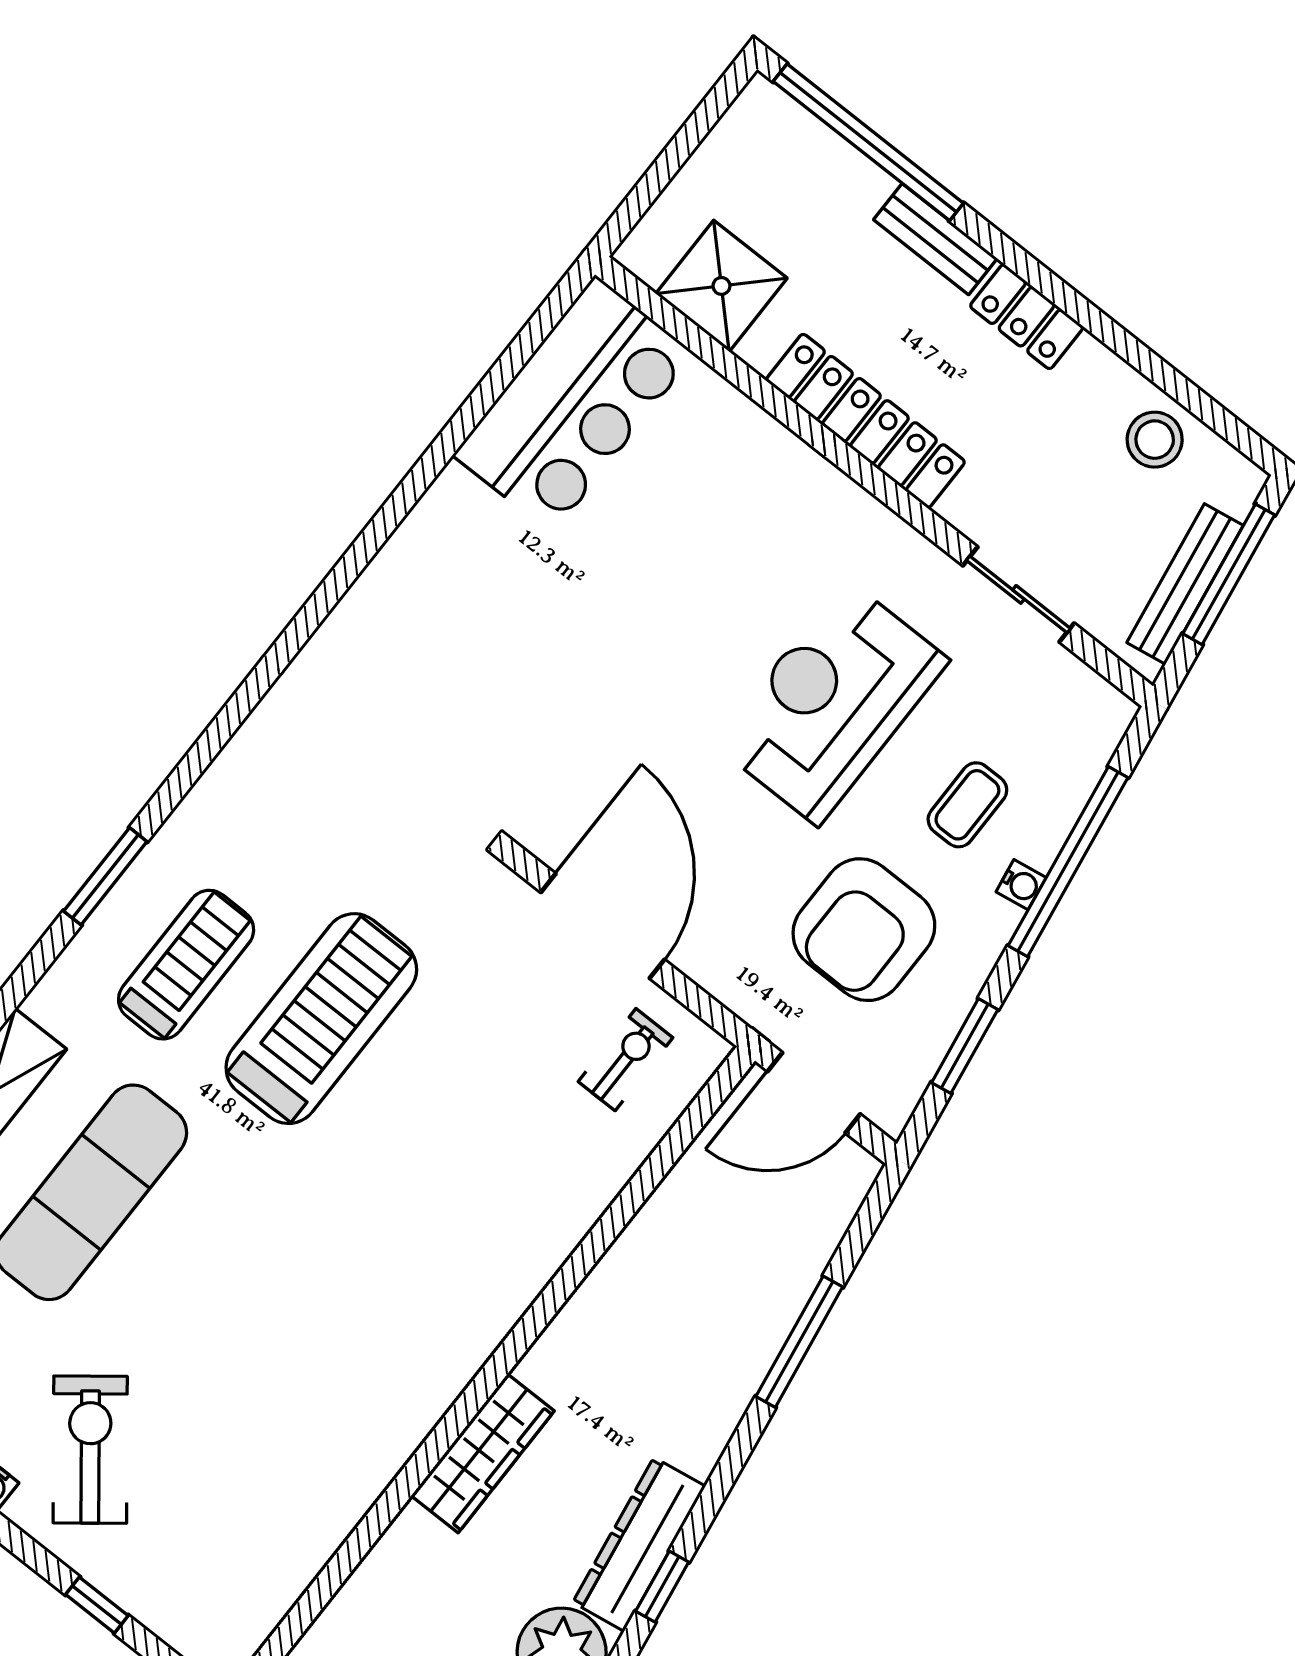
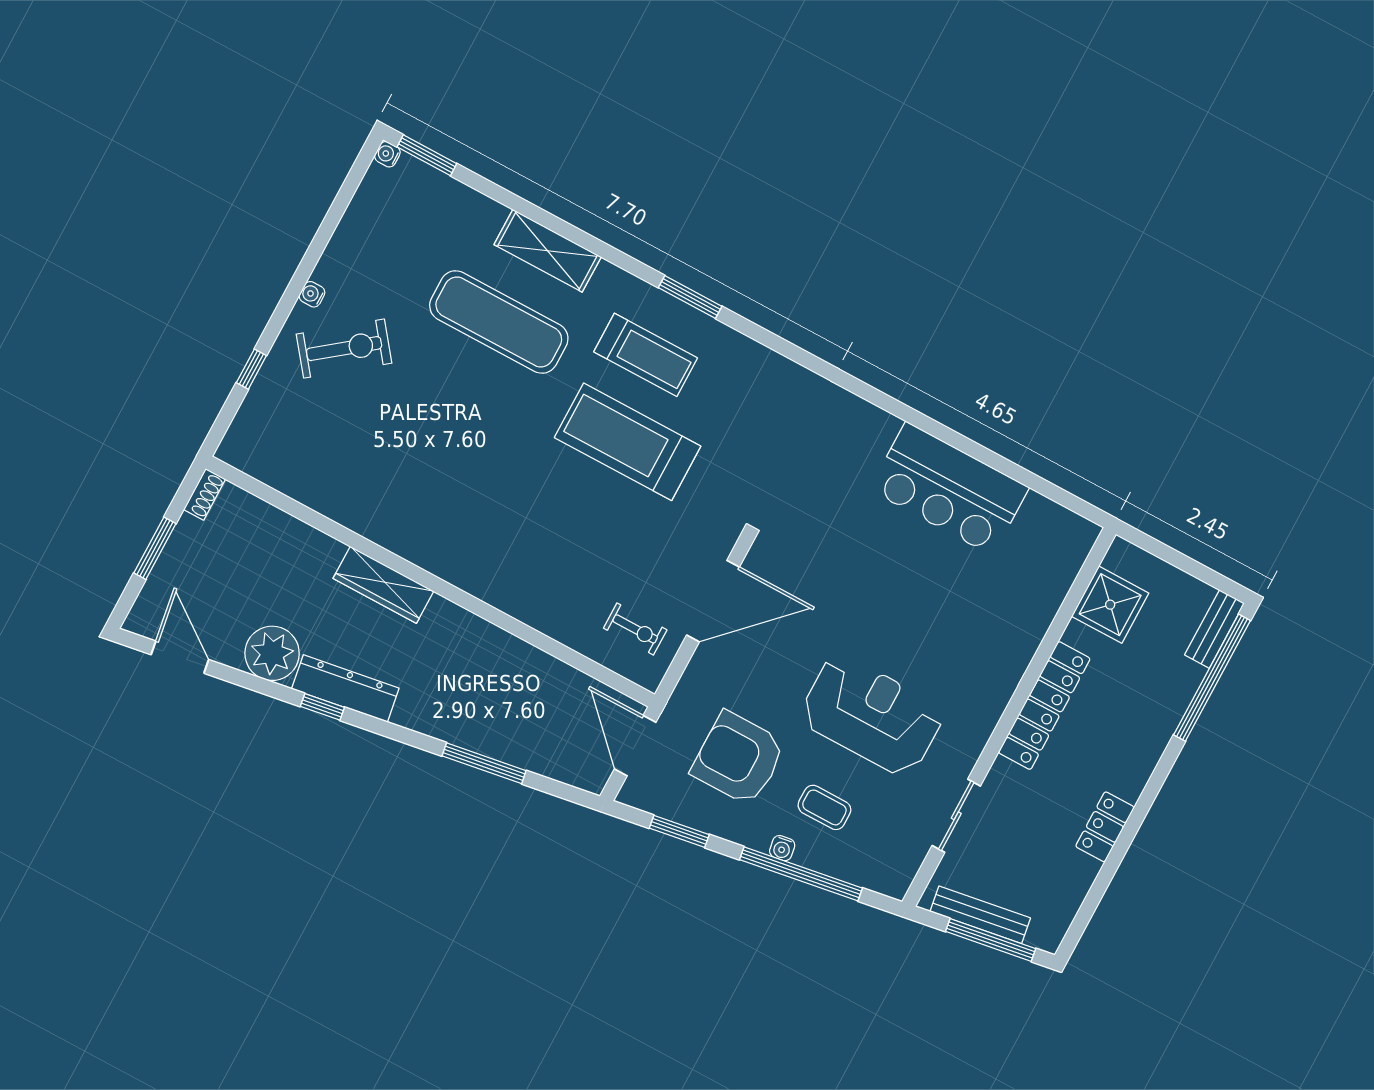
bench: (935, 239) -> (1214, 629), moved
locker: (1027, 317) -> (1105, 827), moved
bar counter: (574, 404) -> (949, 489), moved
stool: (1155, 440) -> (1064, 881), removed
treadmill: (321, 1019) -> (628, 442), turned 180

